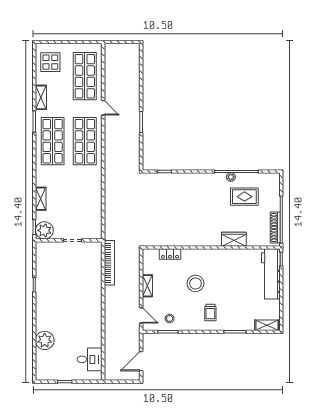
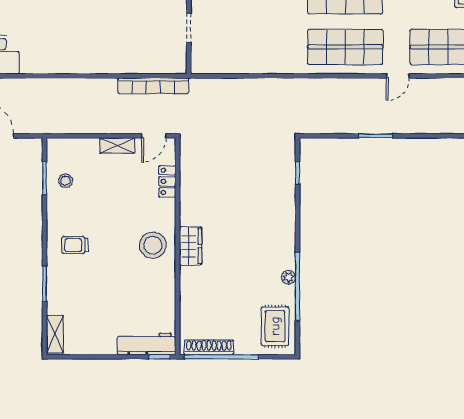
rug: (244, 197) -> (275, 326), moved
wardrobe: (234, 239) -> (191, 246), moved
workbench: (271, 274) -> (146, 344), width x0.73, depth x0.76
stool: (196, 283) -> (153, 245), moved
door: (141, 315) -> (154, 136), moved

